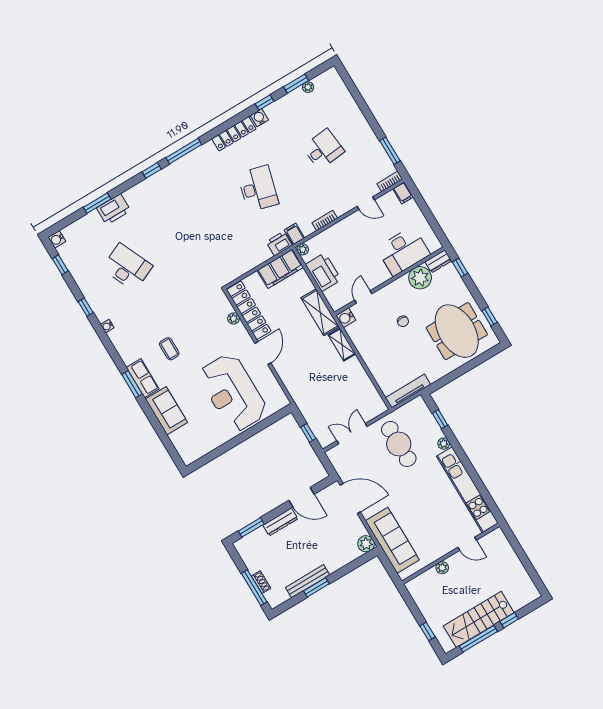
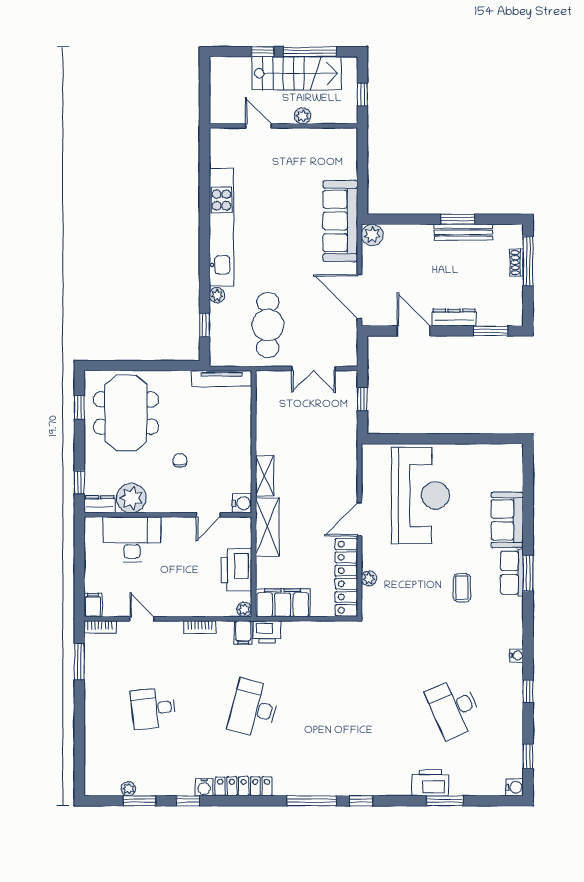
door: (467, 544) -> (258, 126), moved
wall: (451, 554) -> (283, 126), moved
plant: (442, 568) -> (303, 116), moved

